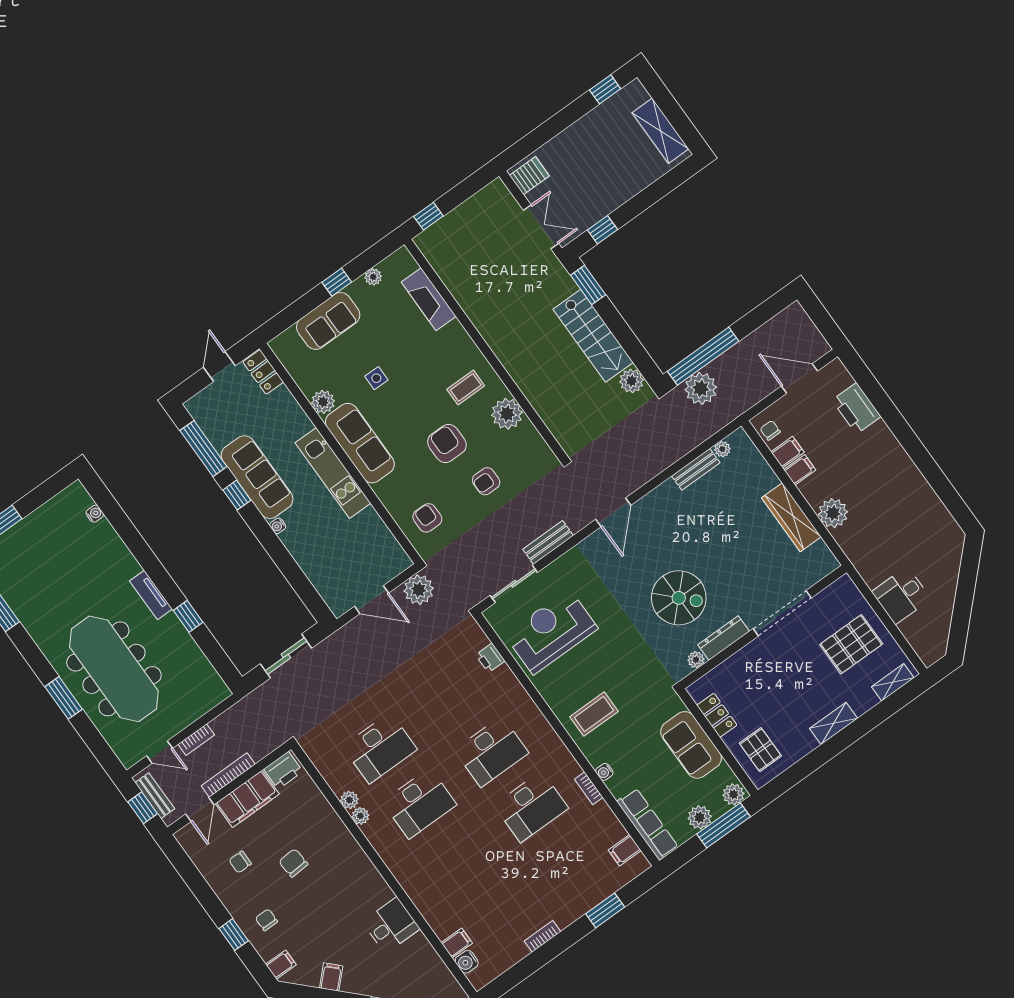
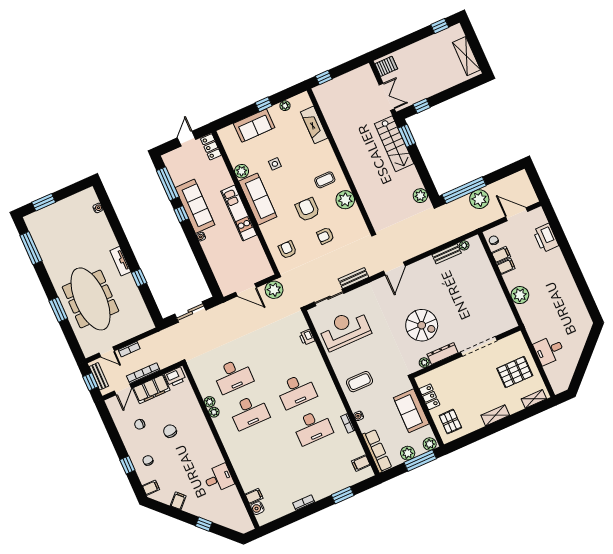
stairs: (593, 336) -> (394, 144), moved
plant: (701, 388) -> (479, 199), moved
wardrobe: (791, 517) -> (496, 293), removed

